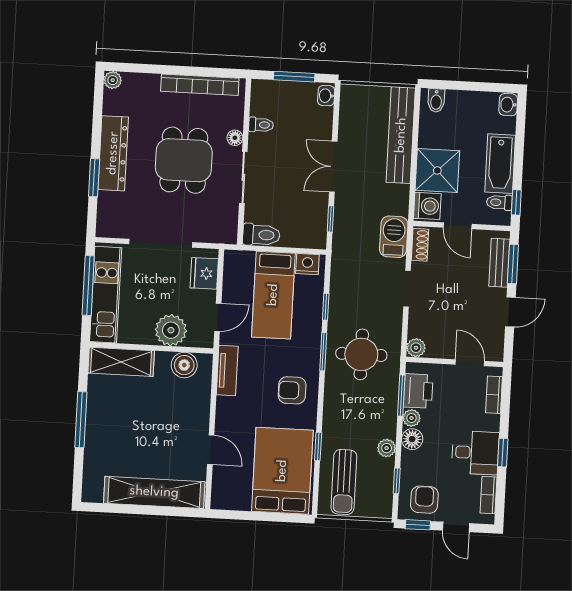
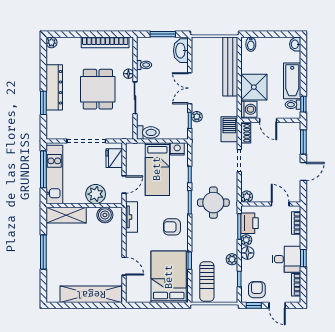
washbasin: (326, 96) -> (181, 51), width x1.91, depth x1.45
plant: (342, 213) -> (197, 117), added
bench: (499, 263) -> (295, 142), removed

